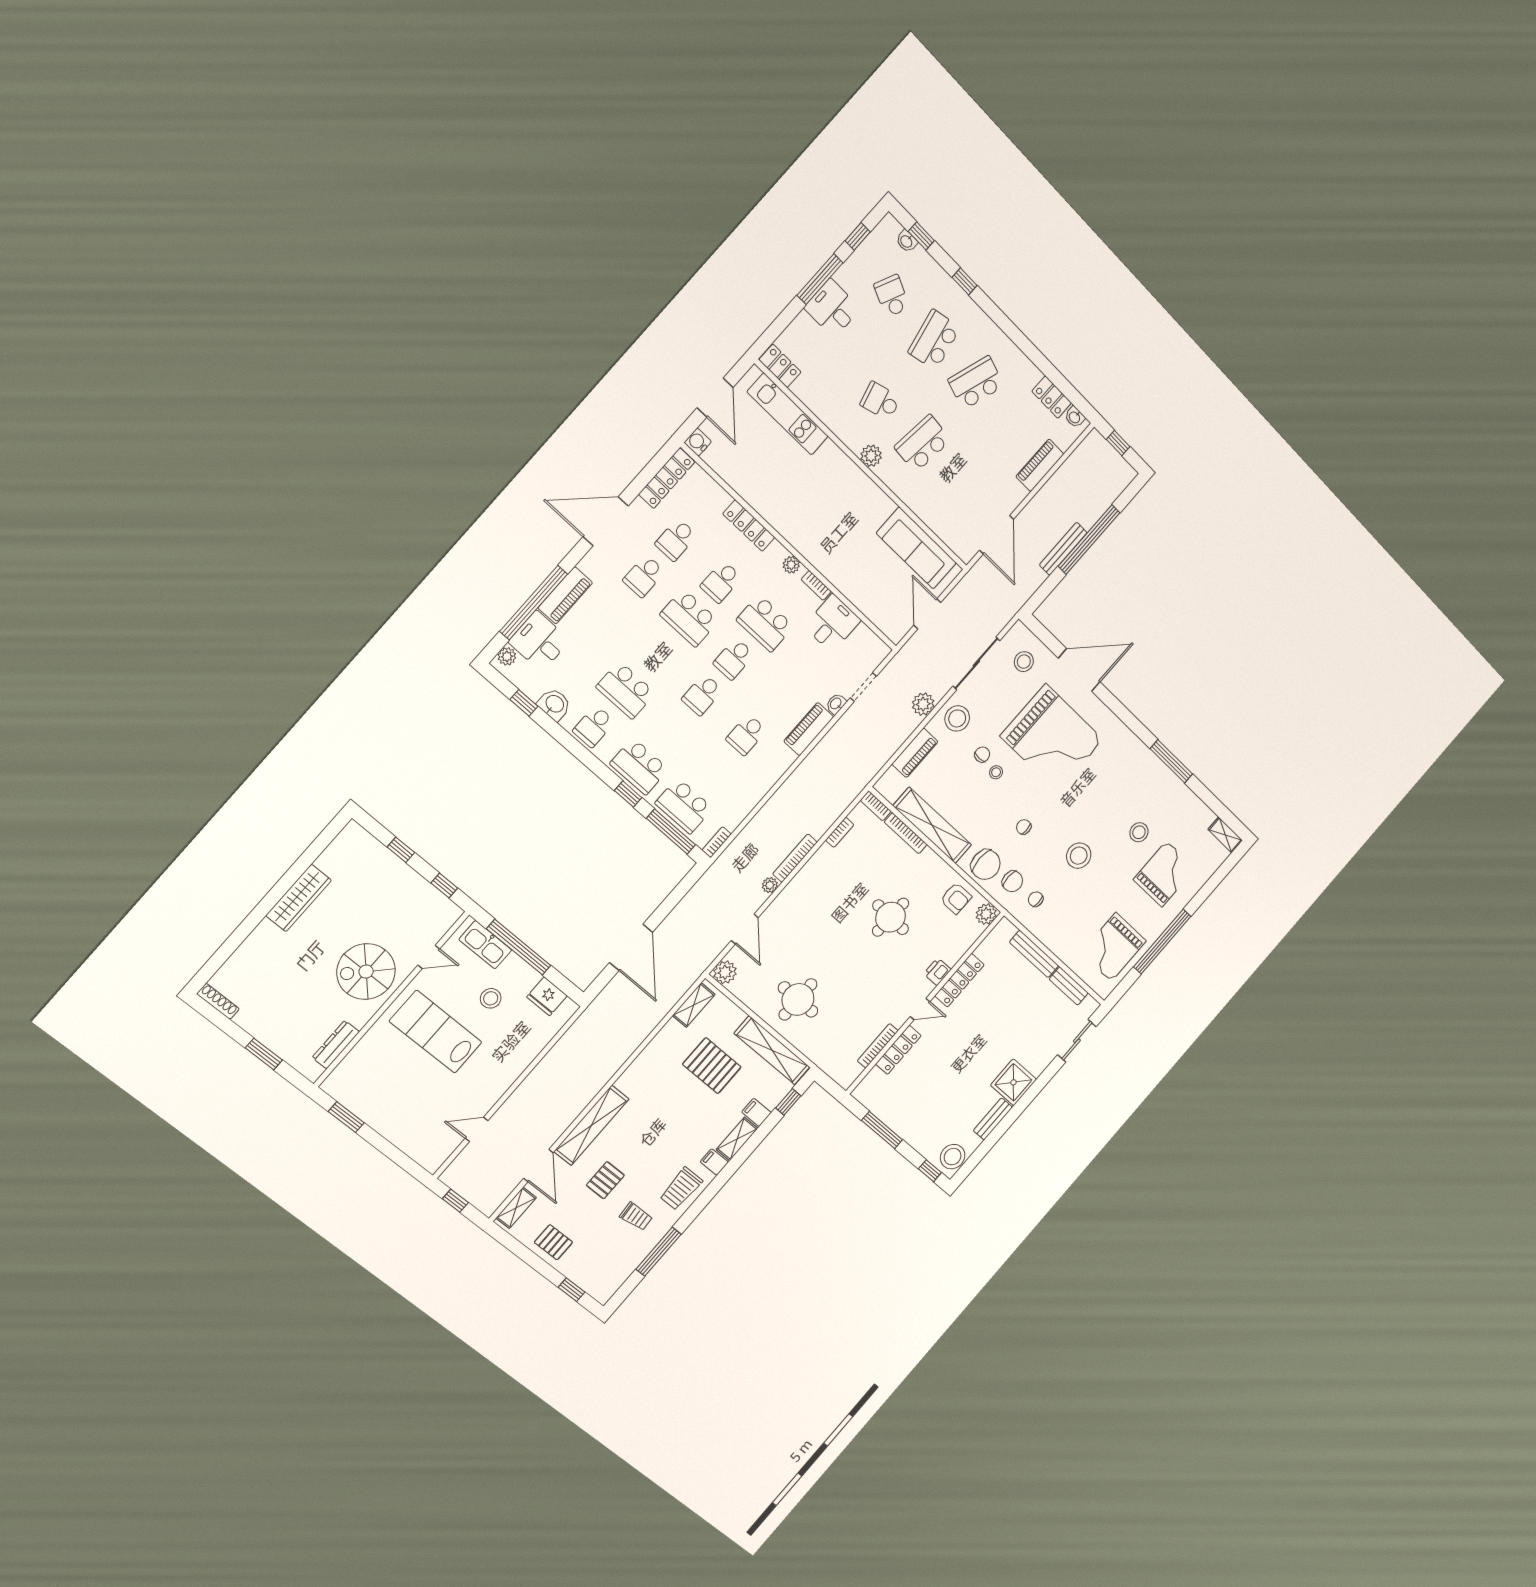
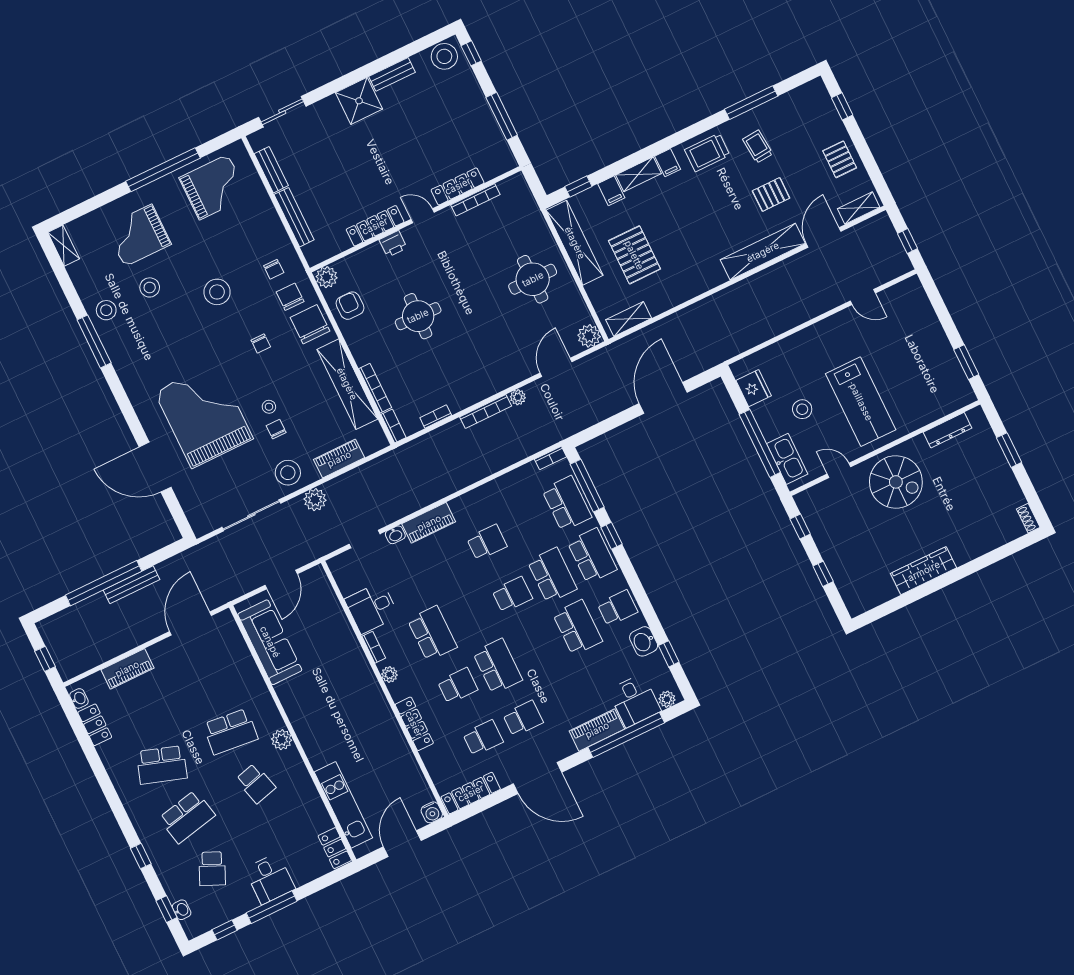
school desk: (734, 659) -> (552, 575), moved, width x1.85
stool: (1024, 662) -> (106, 310), moved
chair: (982, 755) -> (276, 429), turned 90
shoe rack: (218, 1001) -> (1028, 518), width x0.70
trolley: (681, 1189) -> (707, 152), turned 180

